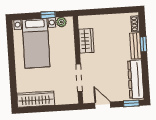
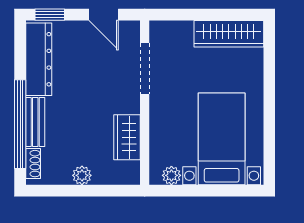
window: (48, 15) -> (195, 191), removed
plant: (109, 19) -> (82, 175), added
window: (143, 44) -> (20, 124), width x3.17

